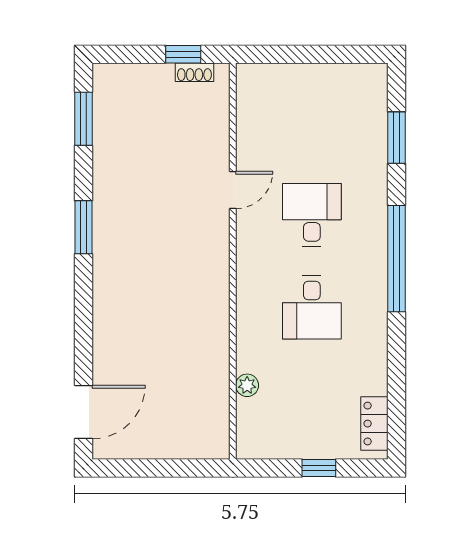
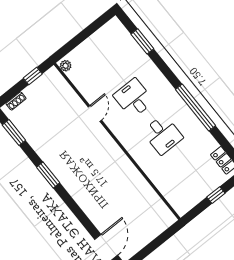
shoe rack: (194, 72) -> (16, 101), moved
window: (397, 259) -> (195, 107), moved
plant: (247, 385) -> (66, 66), moved

